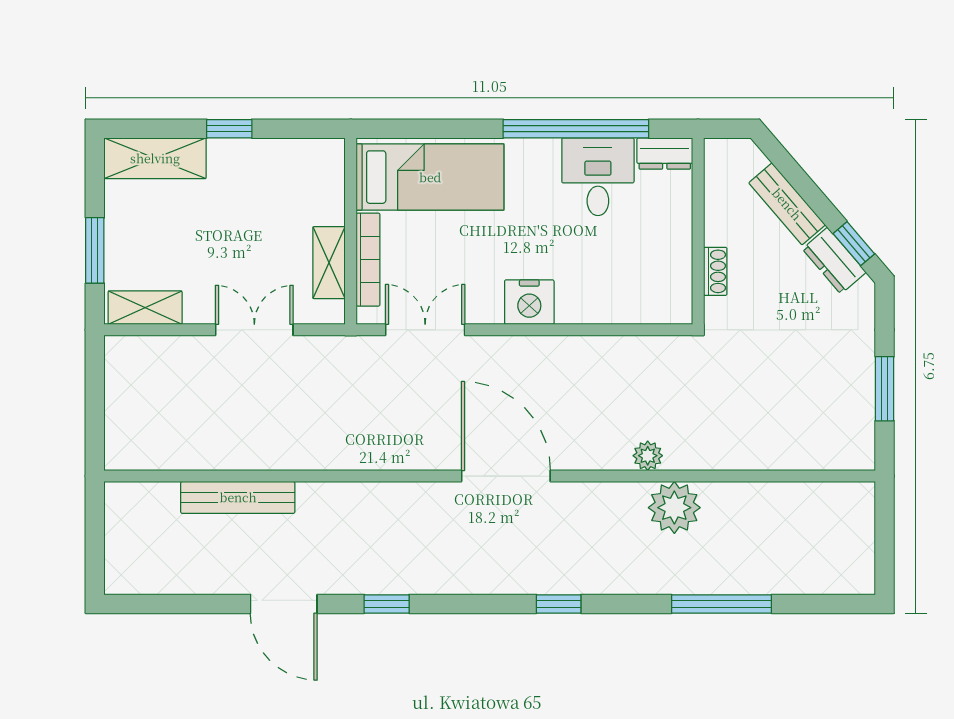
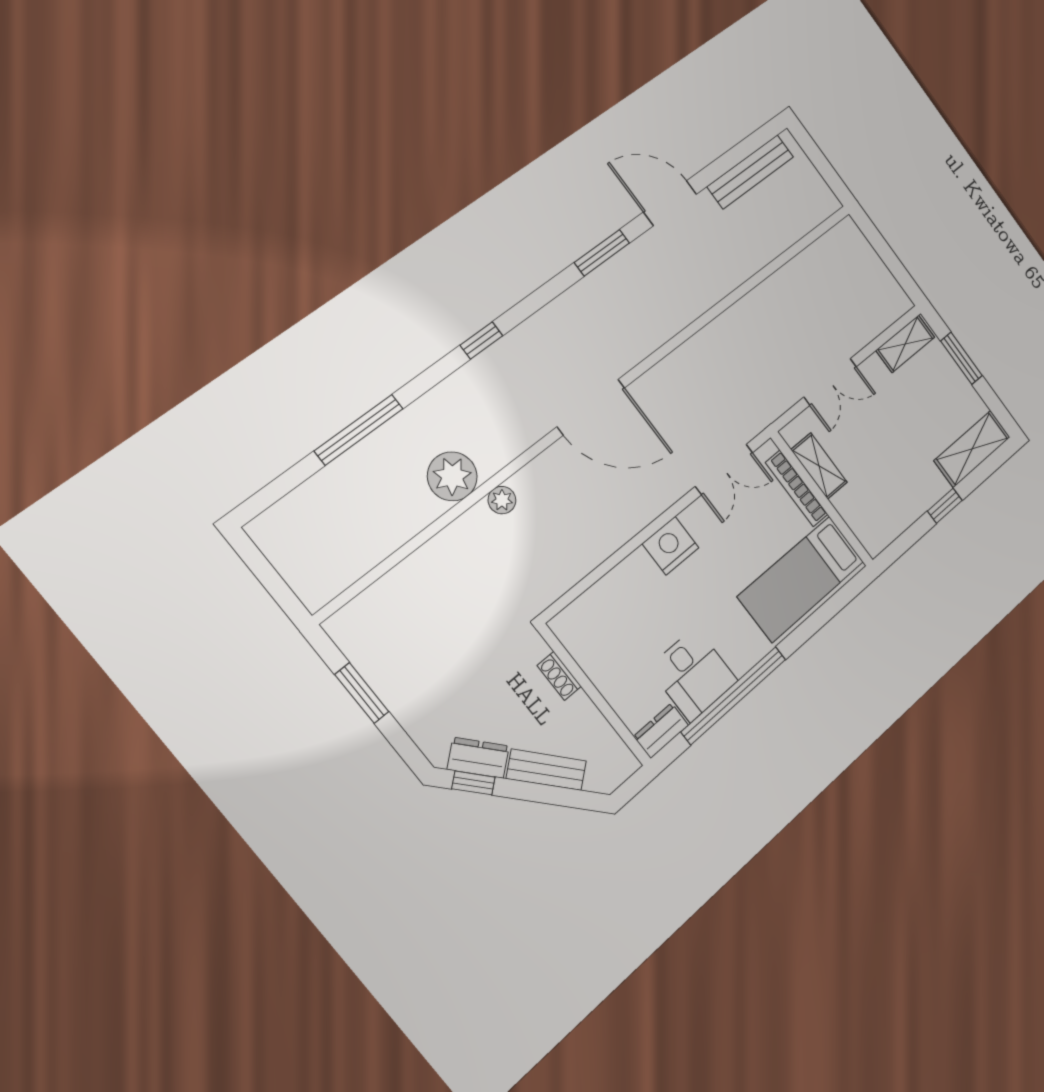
bench: (238, 497) -> (750, 172), moved
window: (387, 604) -> (602, 253), width x1.50

